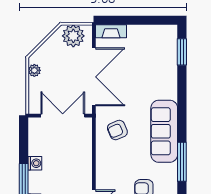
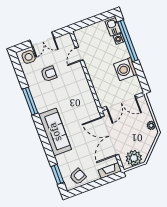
armchair: (117, 130) -> (78, 176), moved
sofa: (164, 131) -> (55, 132), moved
washing machine: (35, 163) -> (125, 69), width x1.89, depth x1.89

